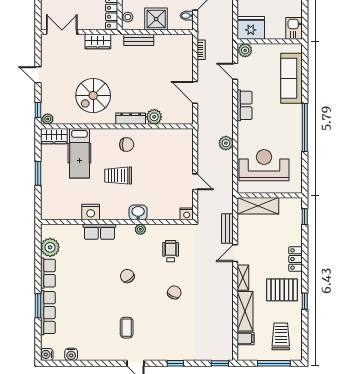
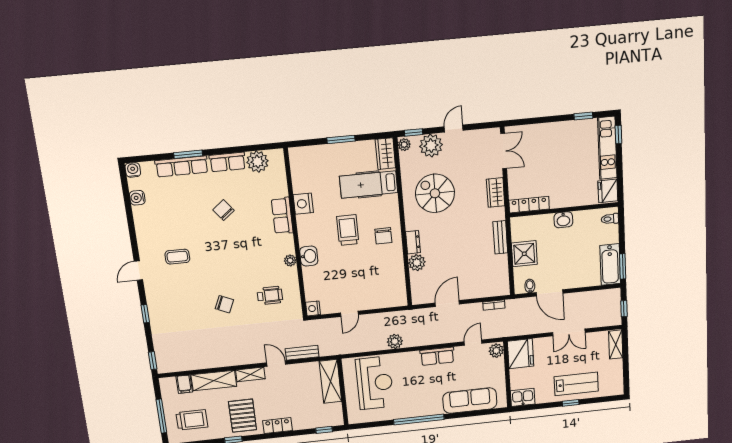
stool: (128, 17) -> (525, 223), removed
plant: (51, 96) -> (431, 146), added
dresser: (131, 119) -> (413, 242), width x0.70
chair: (127, 276) -> (223, 210), moved, turned -91

